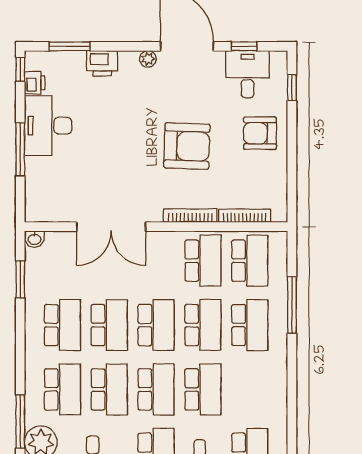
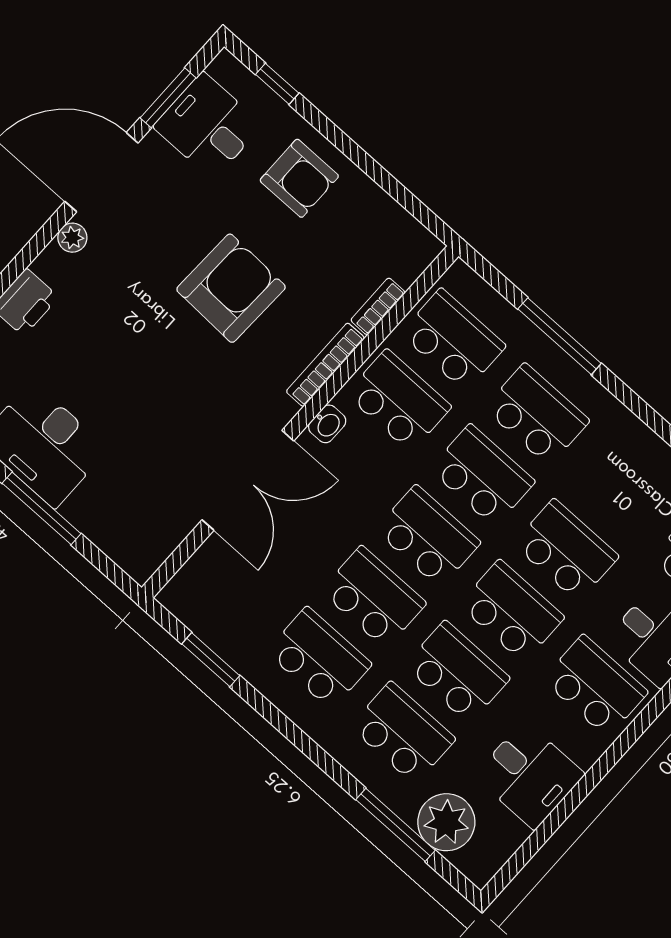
window: (244, 46) -> (168, 98), width x1.50
armchair: (260, 133) -> (299, 178), turned -90
bookcase: (245, 216) -> (378, 306), width x0.64
washbasin: (34, 239) -> (327, 424), moved

